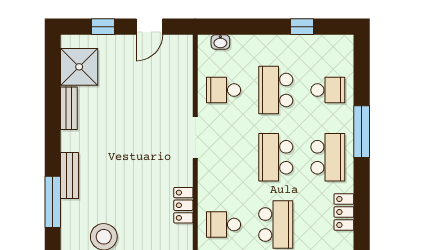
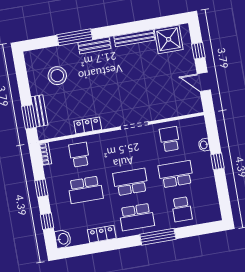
window: (302, 27) -> (217, 161), moved
washbasin: (220, 42) -> (204, 145), moved
bench: (69, 108) -> (134, 38), width x1.36

